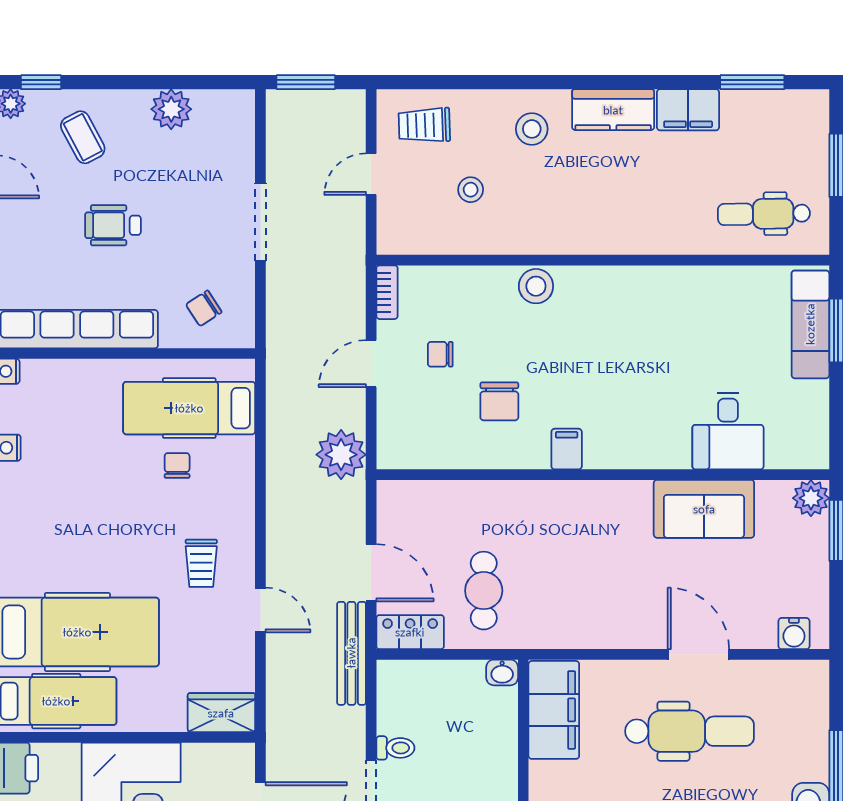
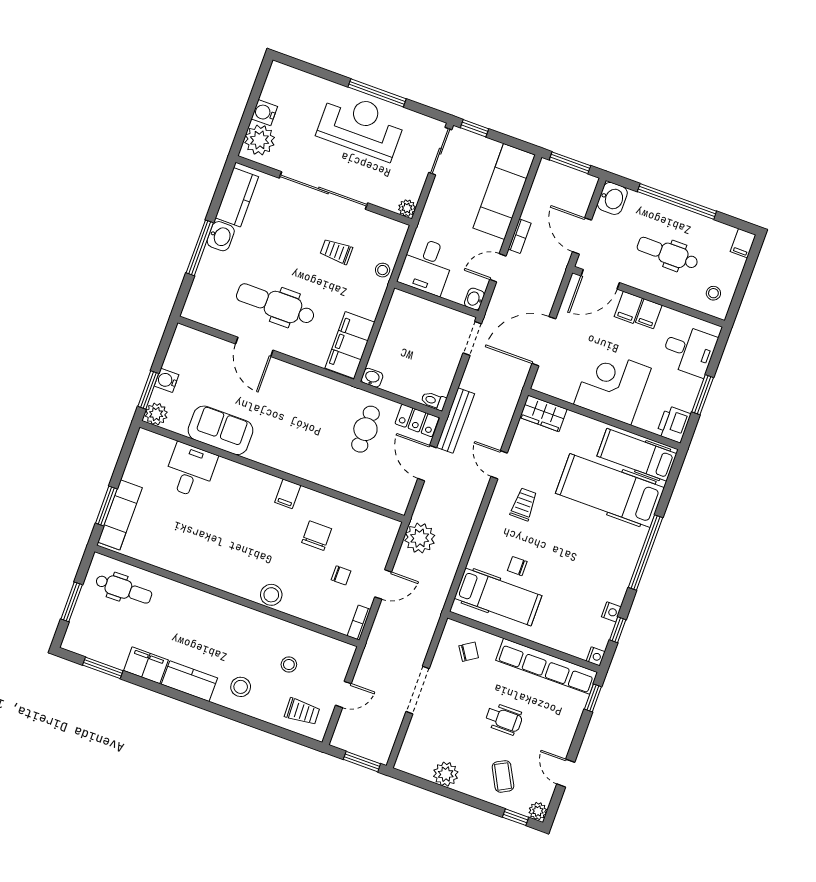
chair: (177, 466) -> (517, 566), turned 90
water cooler: (794, 634) -> (167, 380), moved, turned -90
toilet: (395, 748) -> (434, 401), moved

